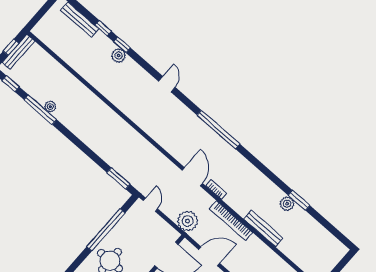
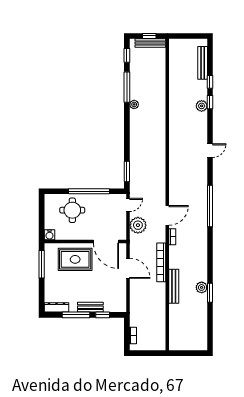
plant: (50, 107) -> (134, 104), moved
plant: (188, 221) -> (138, 225), moved

